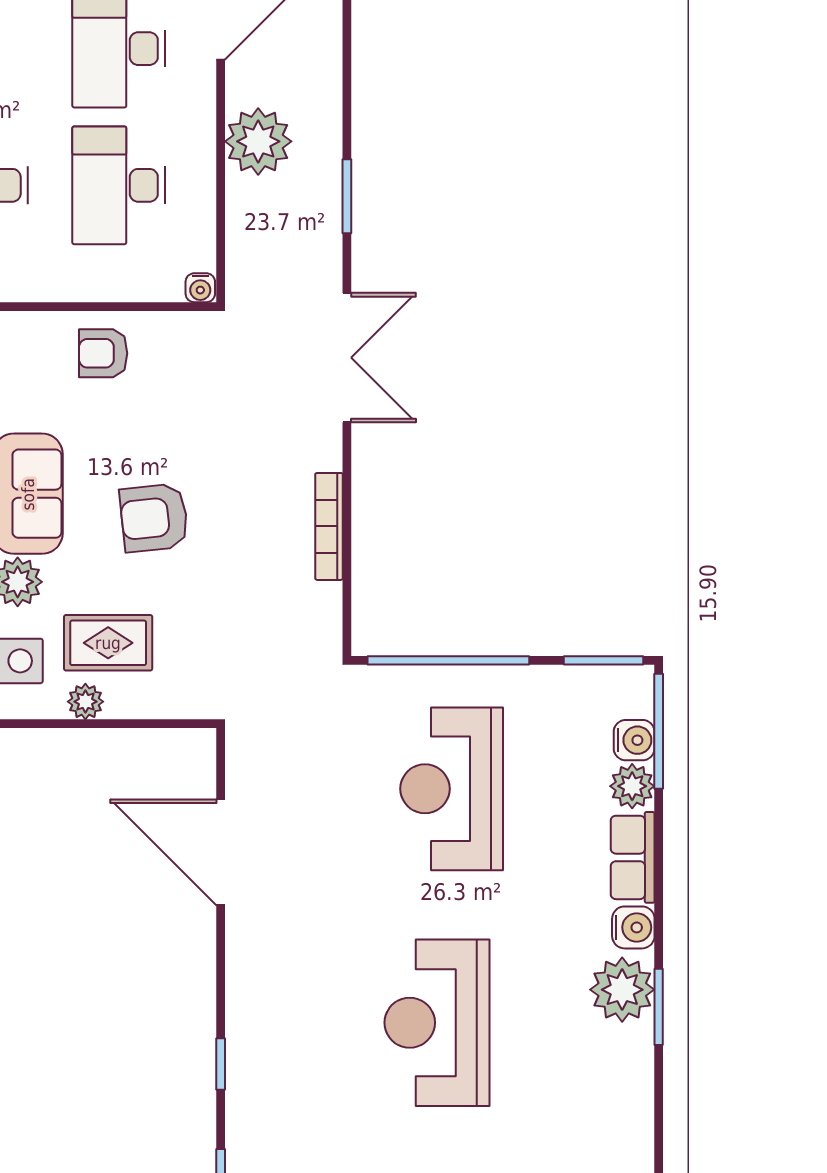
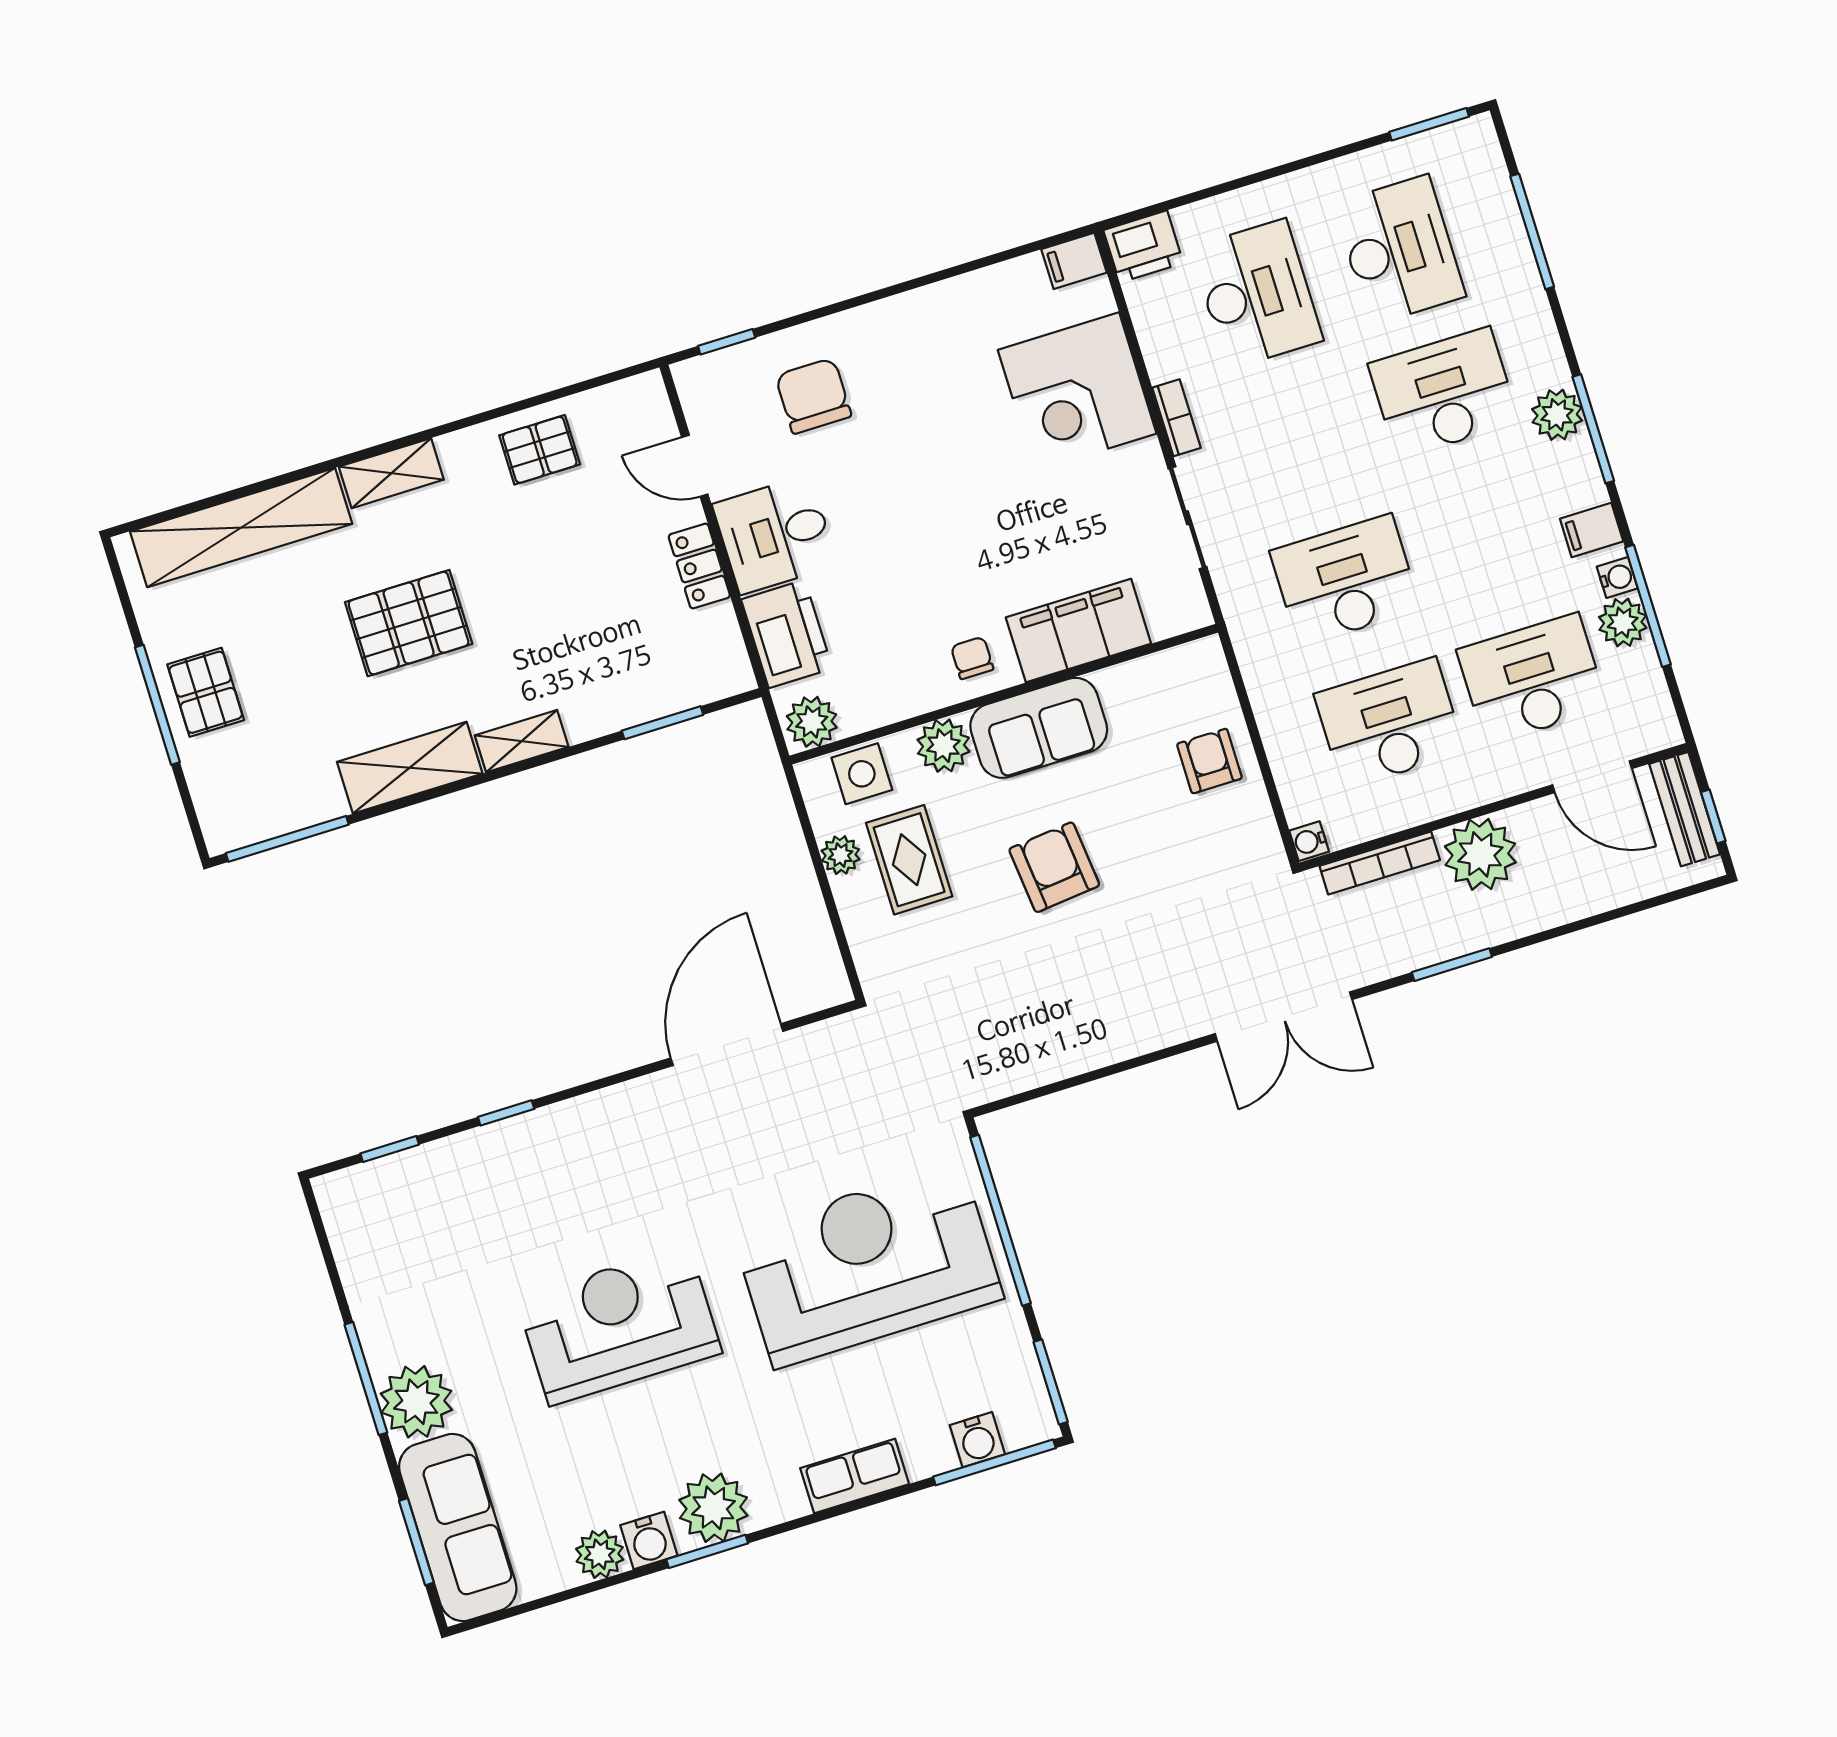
bookcase: (329, 526) -> (1380, 863), moved, turned 180
plant: (632, 786) -> (600, 1554), moved
reception desk: (452, 789) -> (868, 1265), width x1.36, depth x1.30
water cooler: (633, 927) -> (649, 1540), moved

